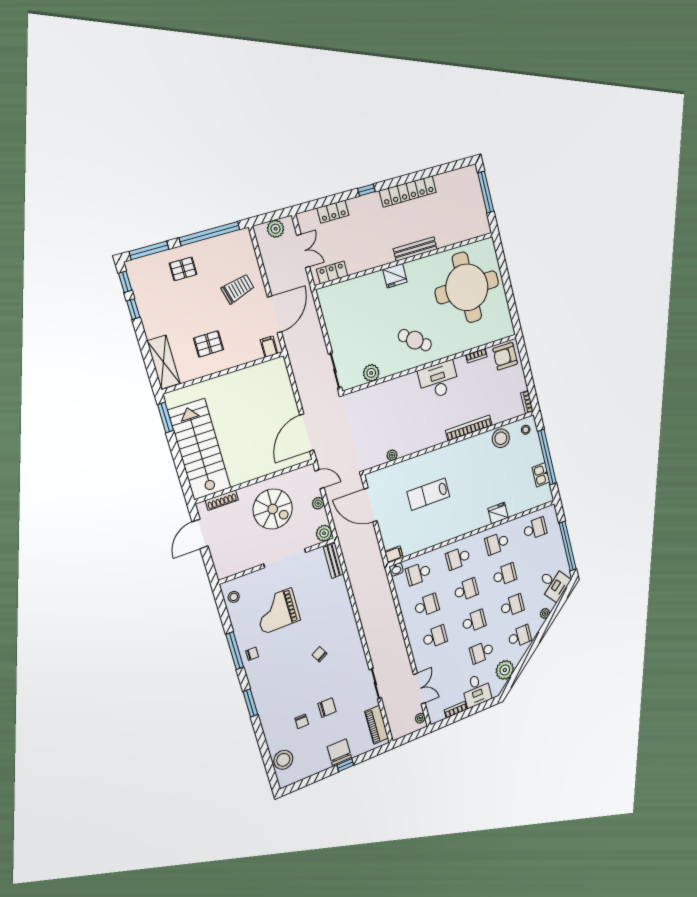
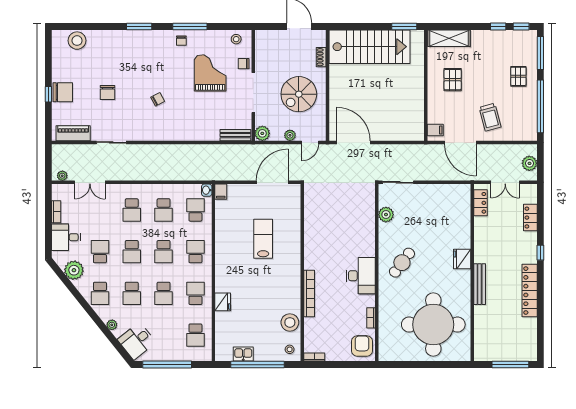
plant: (392, 455) -> (309, 214), removed
shoe rack: (222, 500) -> (321, 57), width x0.70
chair: (302, 721) -> (244, 64), moved

